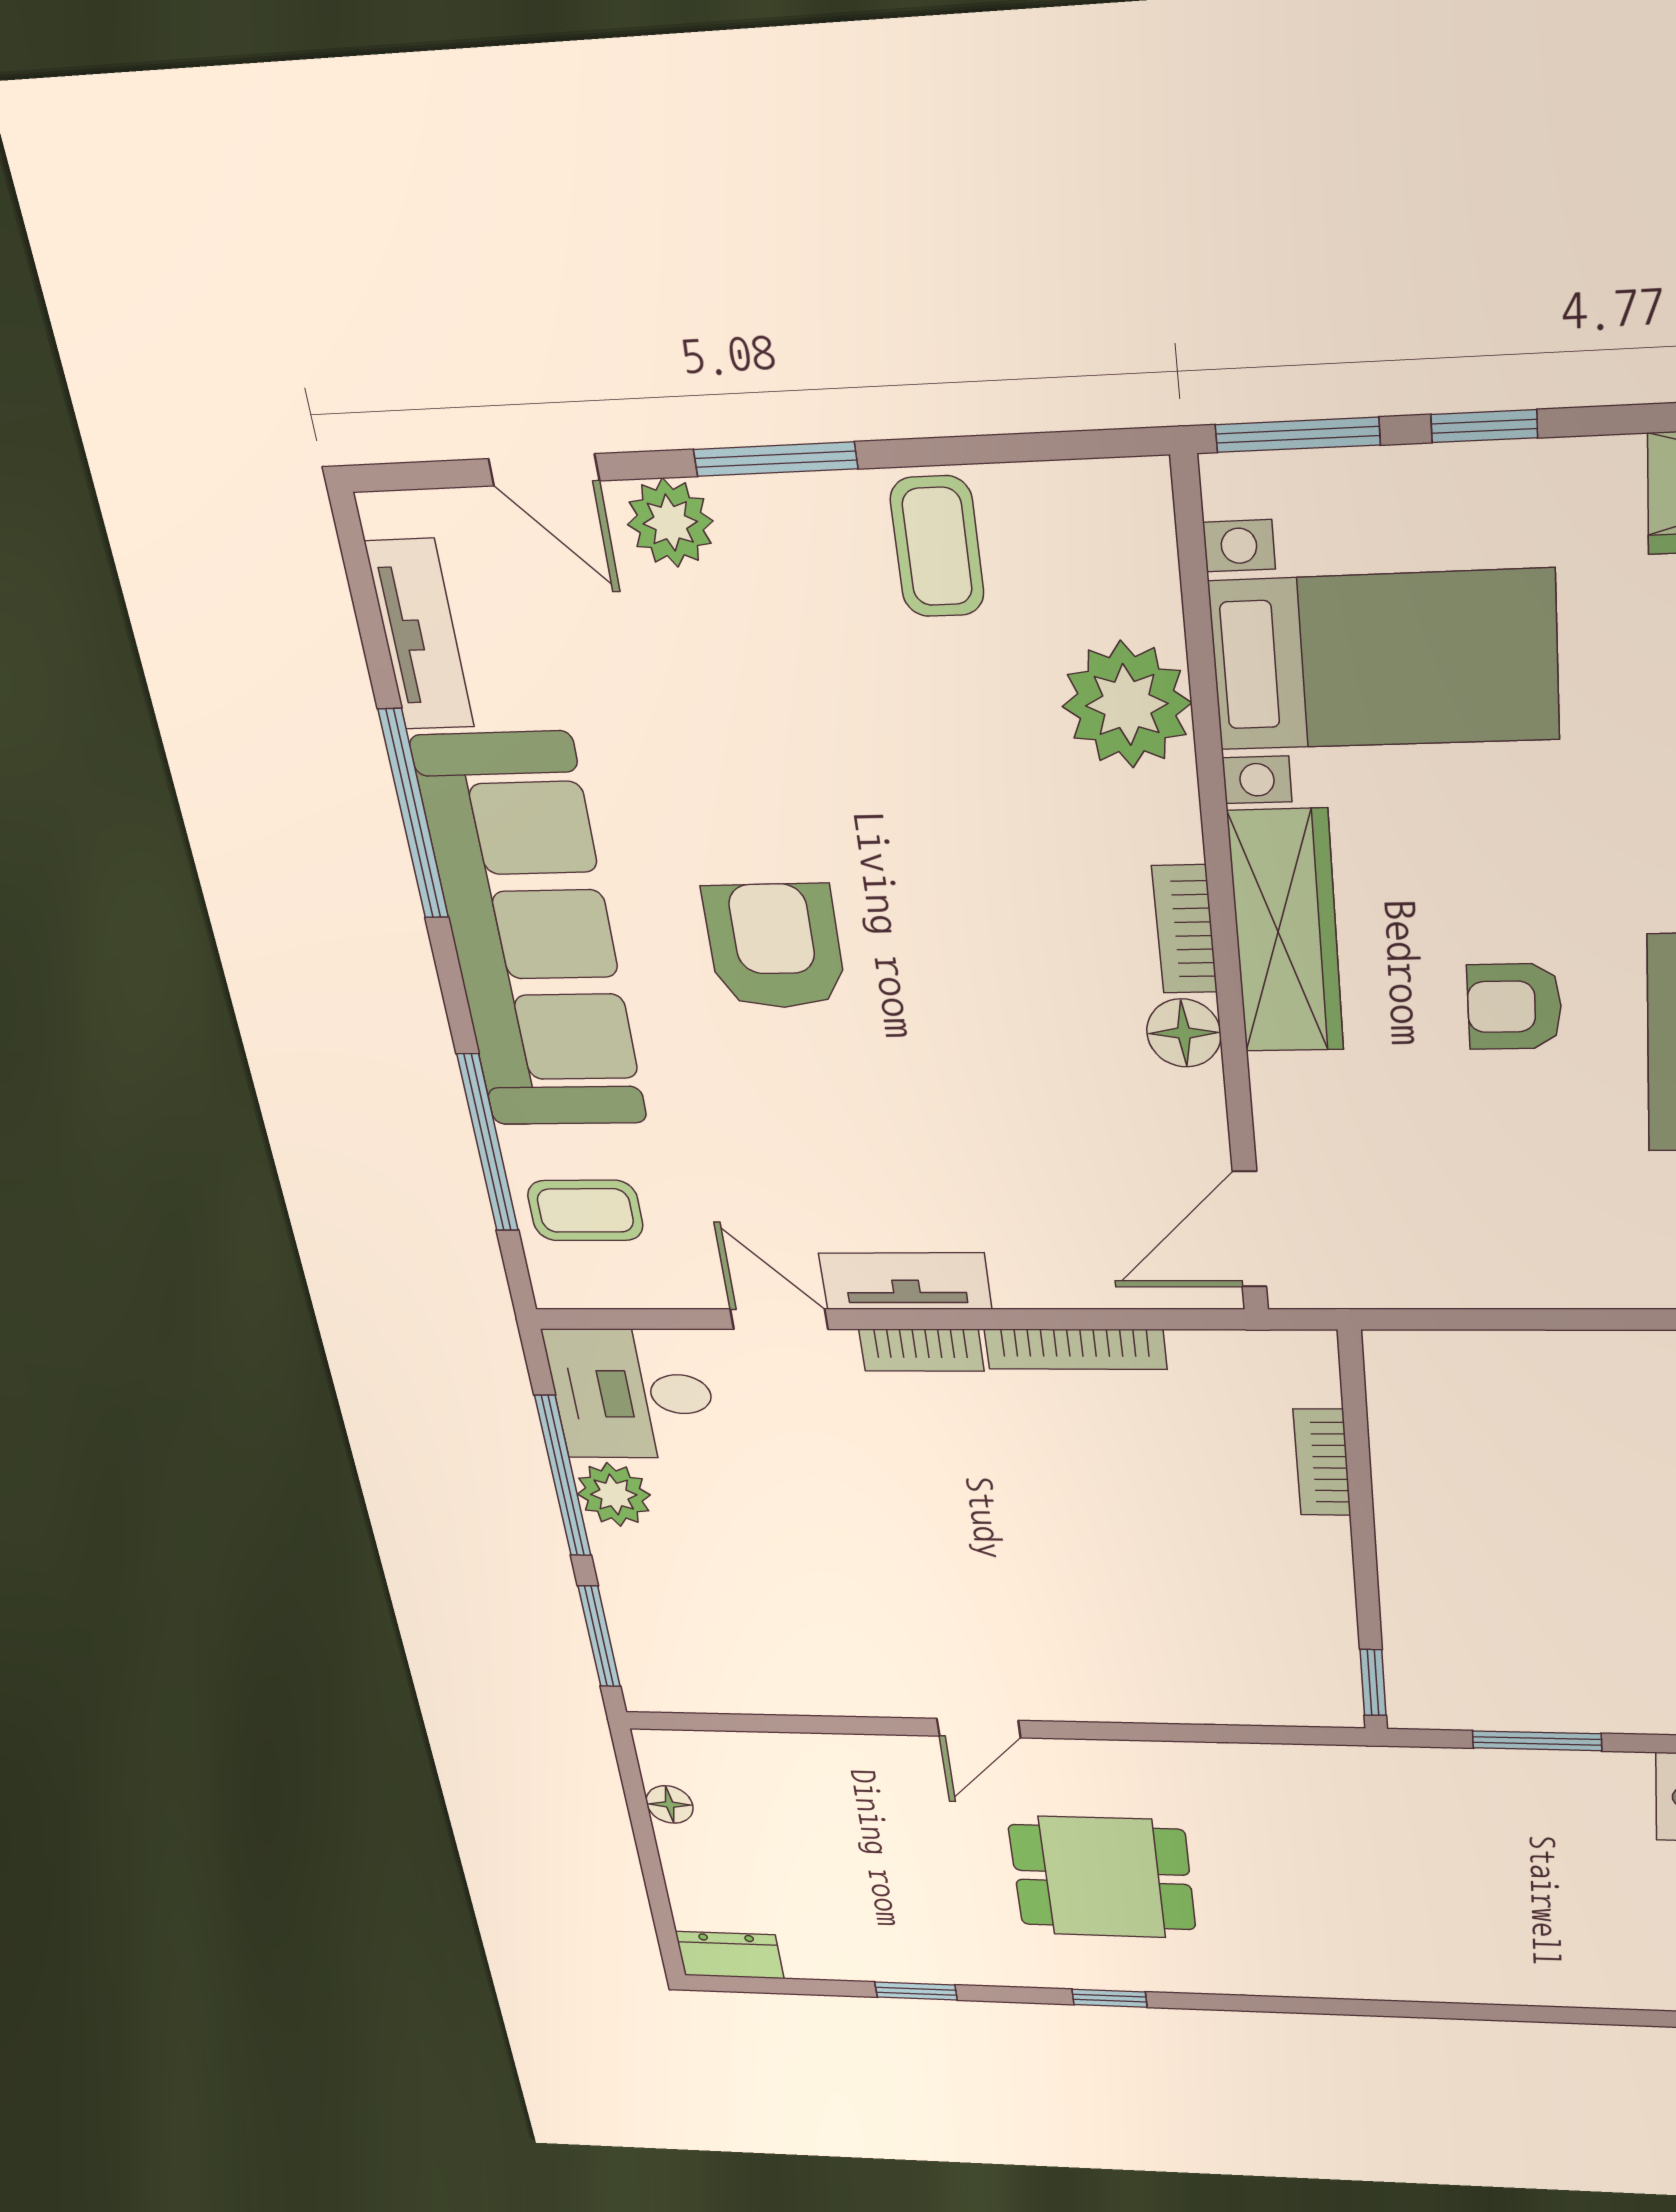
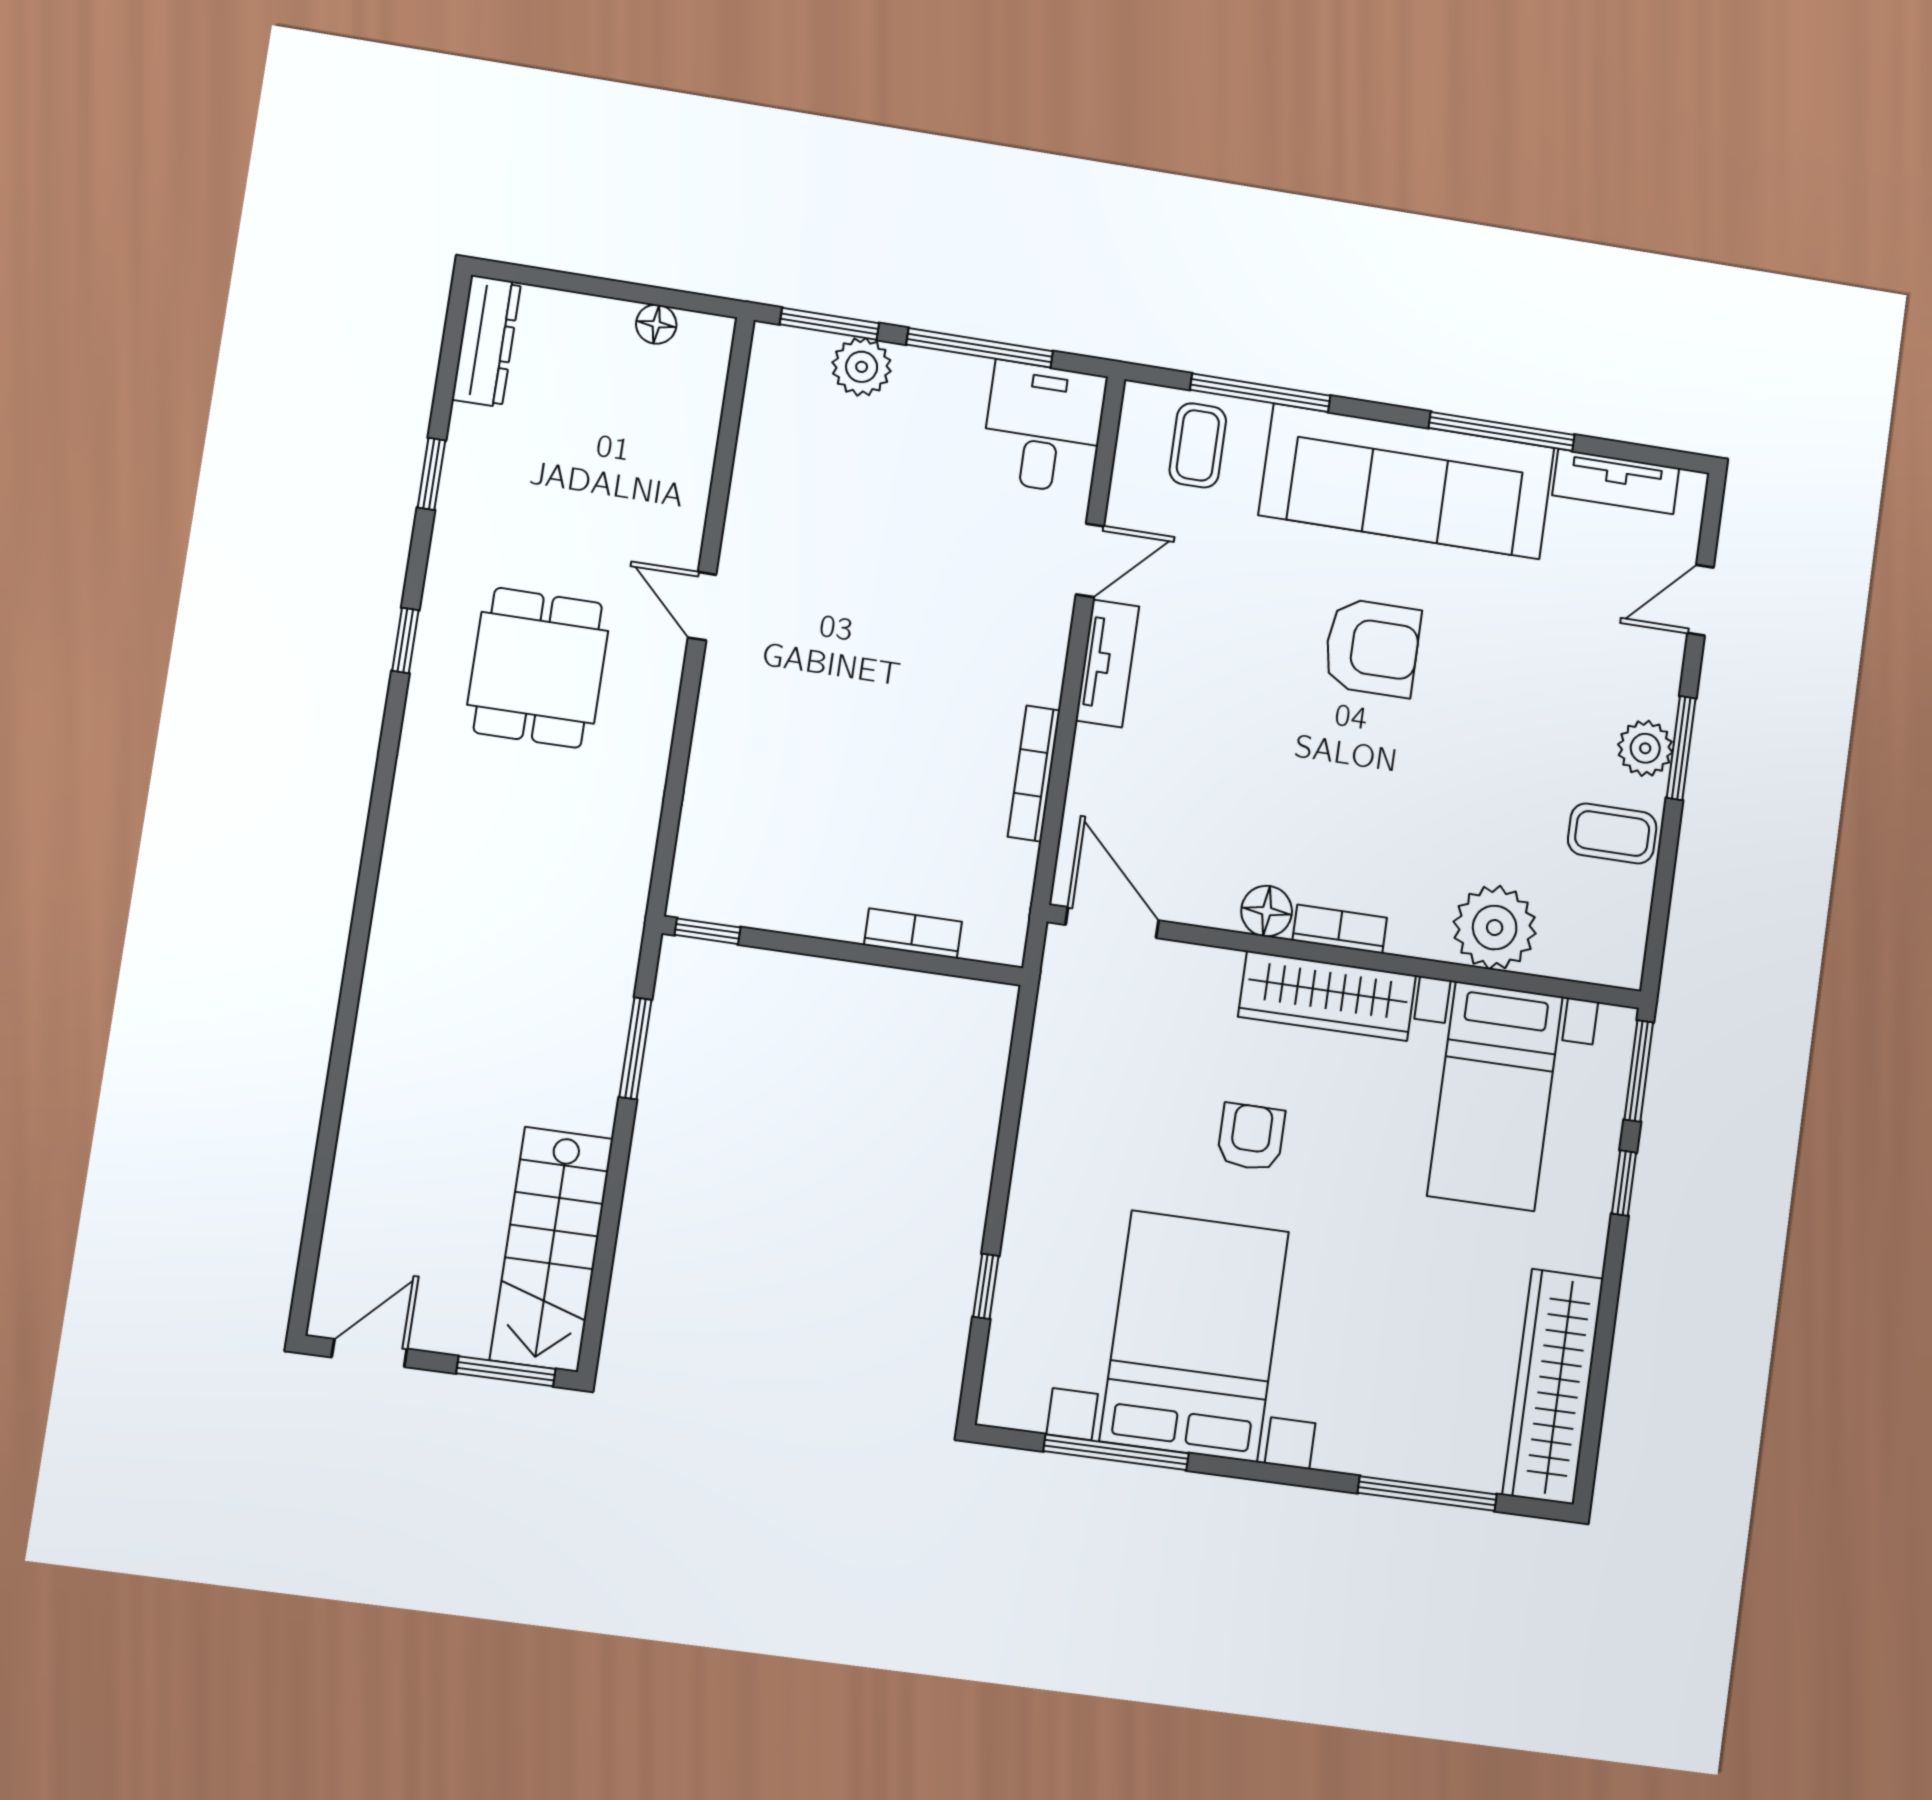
plant: (670, 523) -> (1645, 748), moved
bookcase: (921, 1350) -> (1049, 659), removed
plant: (614, 1495) -> (862, 367), moved
dresser: (730, 1955) -> (486, 341), width x1.44

